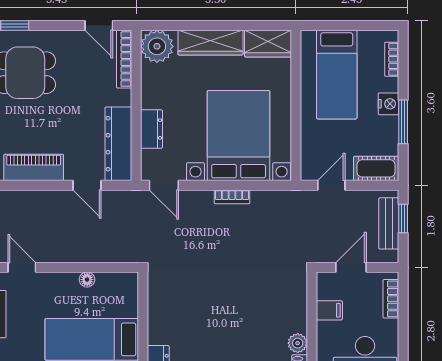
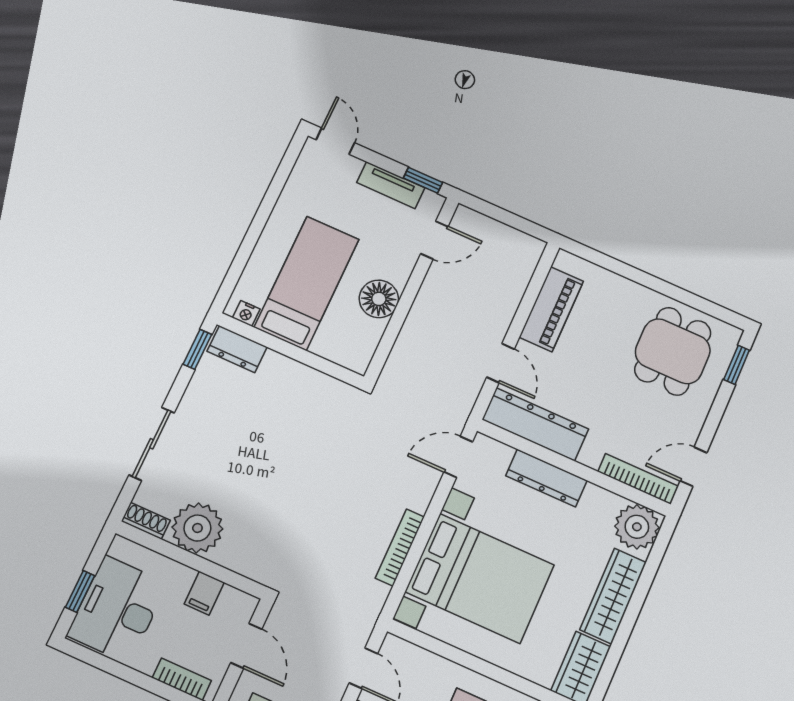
dresser: (152, 129) -> (546, 478), width x1.44
door: (87, 185) -> (501, 363), swing flipped
bookcase: (232, 197) -> (400, 548), width x1.56
floor lamp: (87, 280) -> (379, 299), width x1.89, depth x1.89
plant: (298, 343) -> (197, 528), width x1.87, depth x1.87

